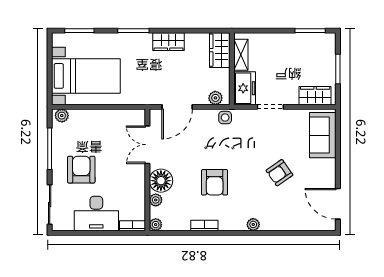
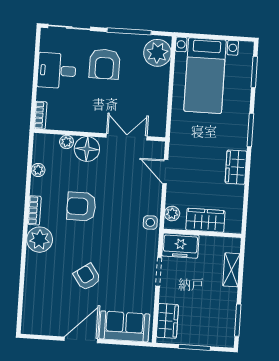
wardrobe: (220, 50) -> (205, 220), moved
shelving: (241, 55) -> (231, 270), moved, turned 90
door: (177, 107) -> (165, 172), width x0.73
plant: (62, 116) -> (157, 53), width x1.88, depth x1.88
armchair: (81, 170) -> (105, 64), turned 90
door: (338, 204) -> (81, 340), moved
desk: (96, 213) -> (57, 71), width x0.73
plant: (253, 224) -> (40, 240), width x1.88, depth x1.88
plant: (156, 225) -> (38, 170), moved
bookcase: (204, 225) -> (34, 210), moved

